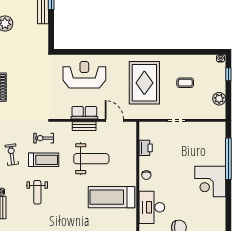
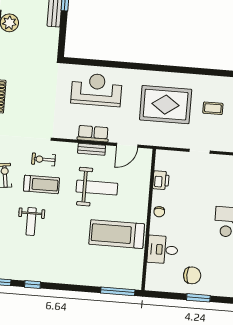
rug: (144, 83) -> (166, 105), turned 90
door: (114, 120) -> (127, 145), swing flipped
desk: (152, 207) -> (163, 250), width x0.73

